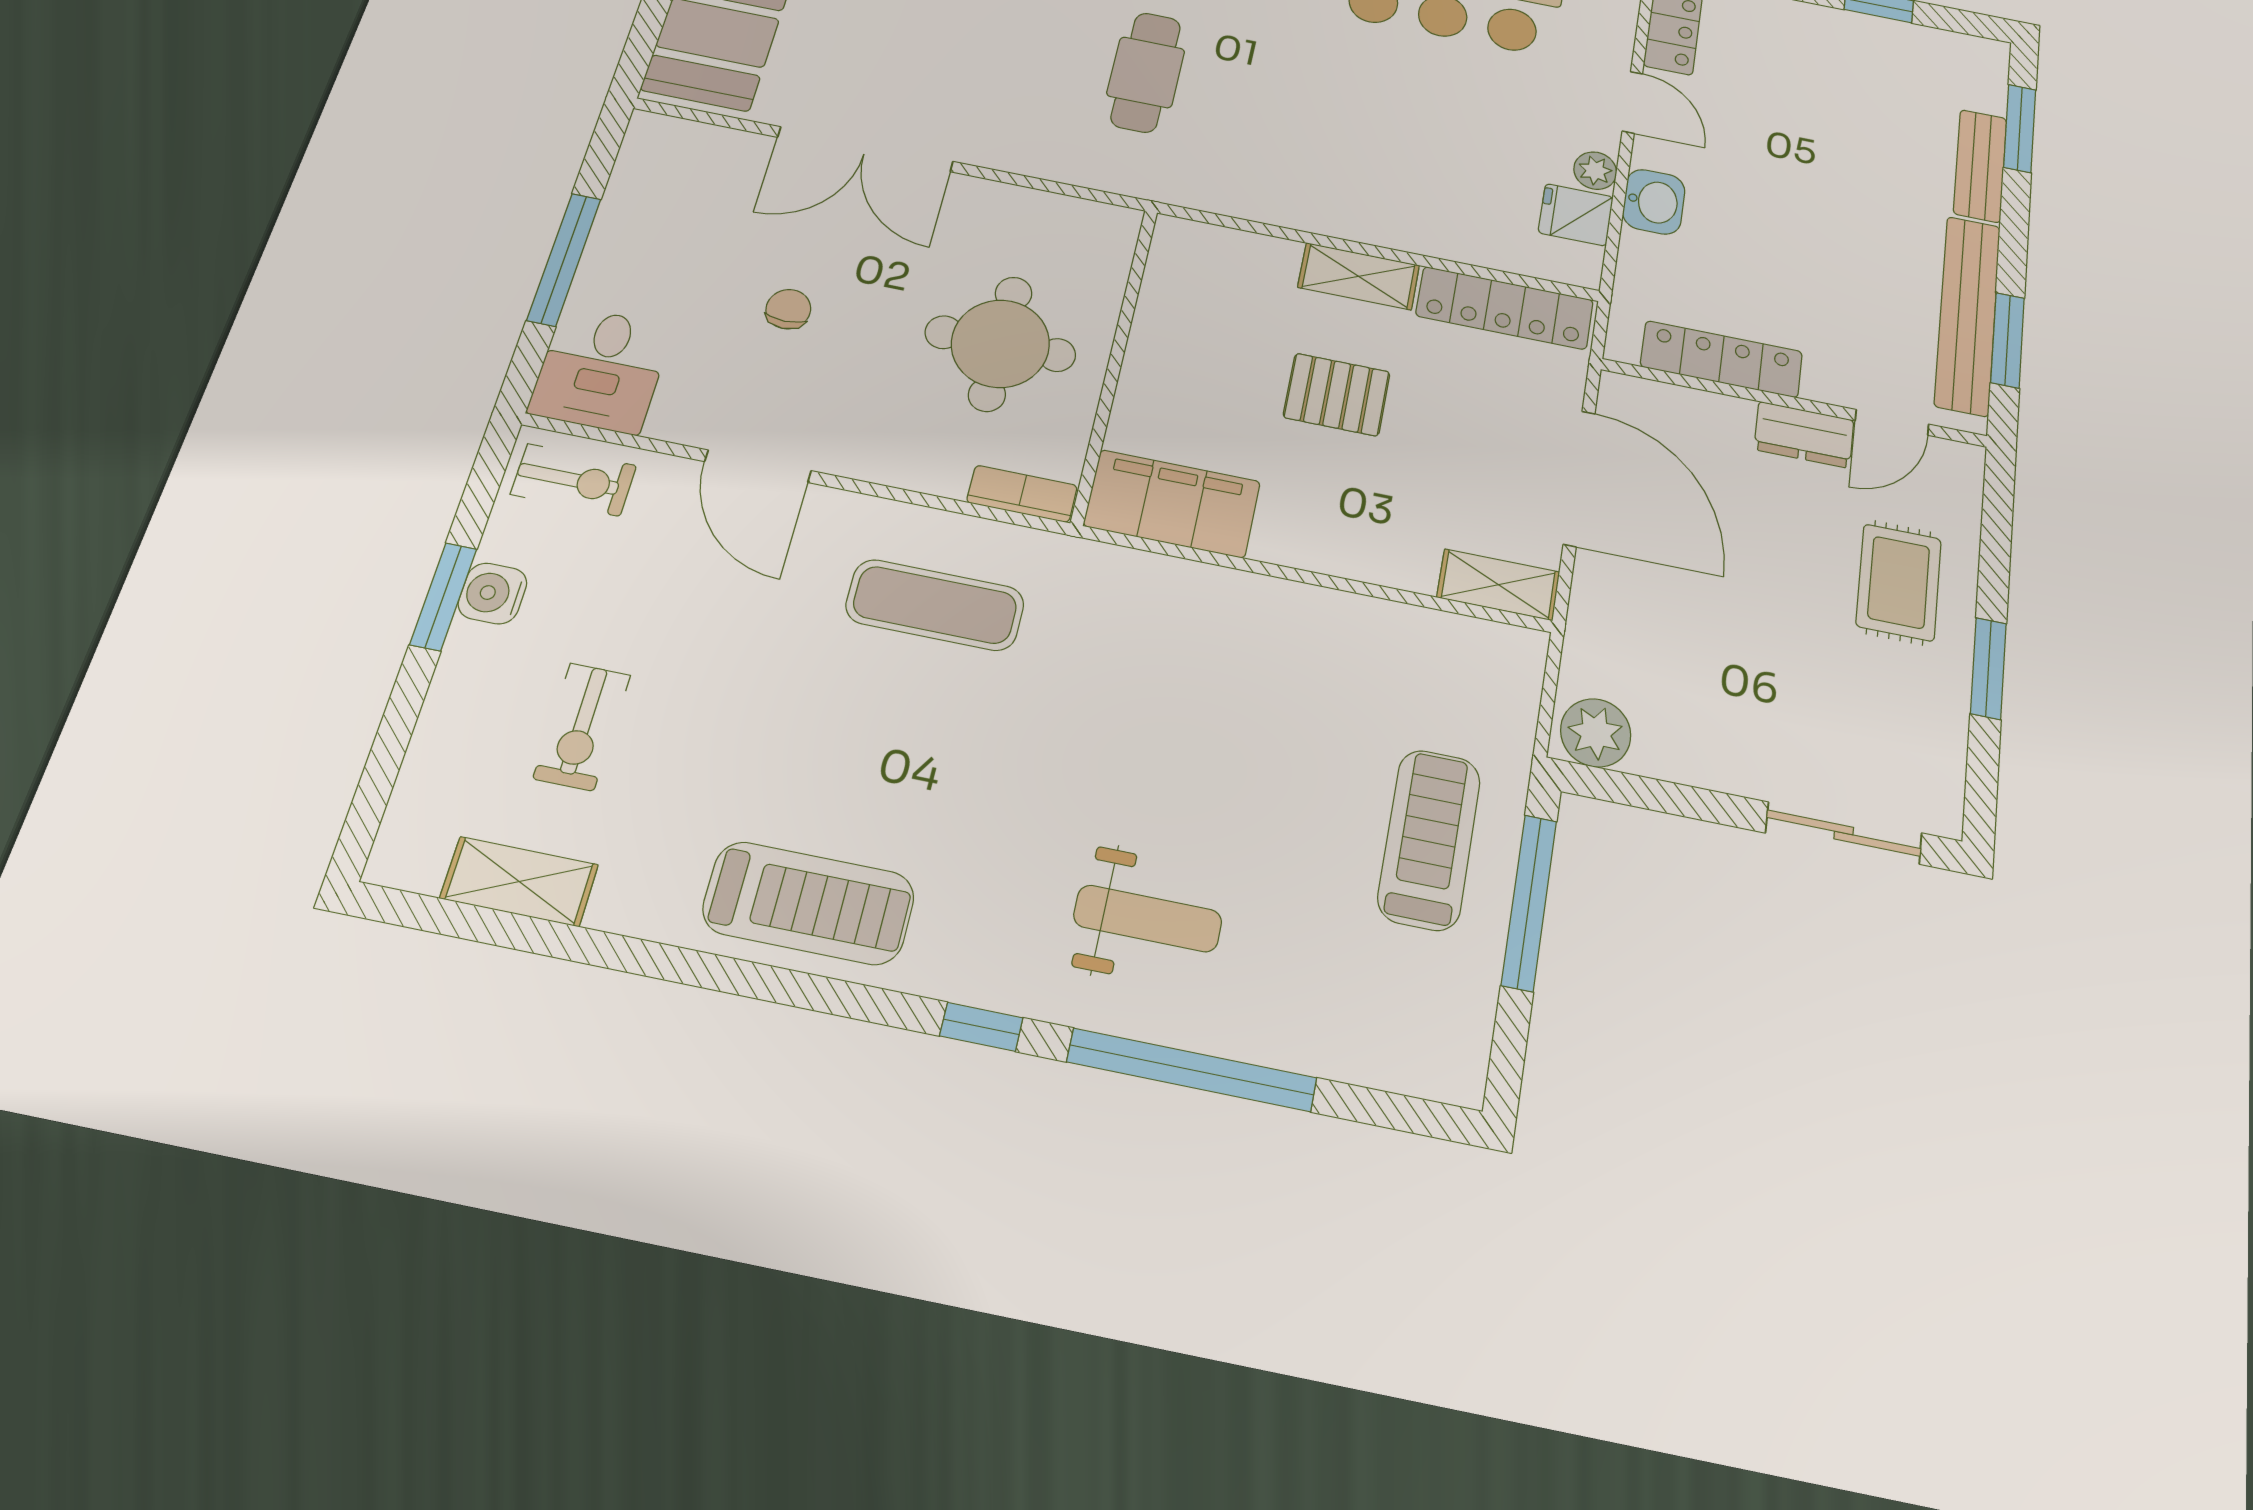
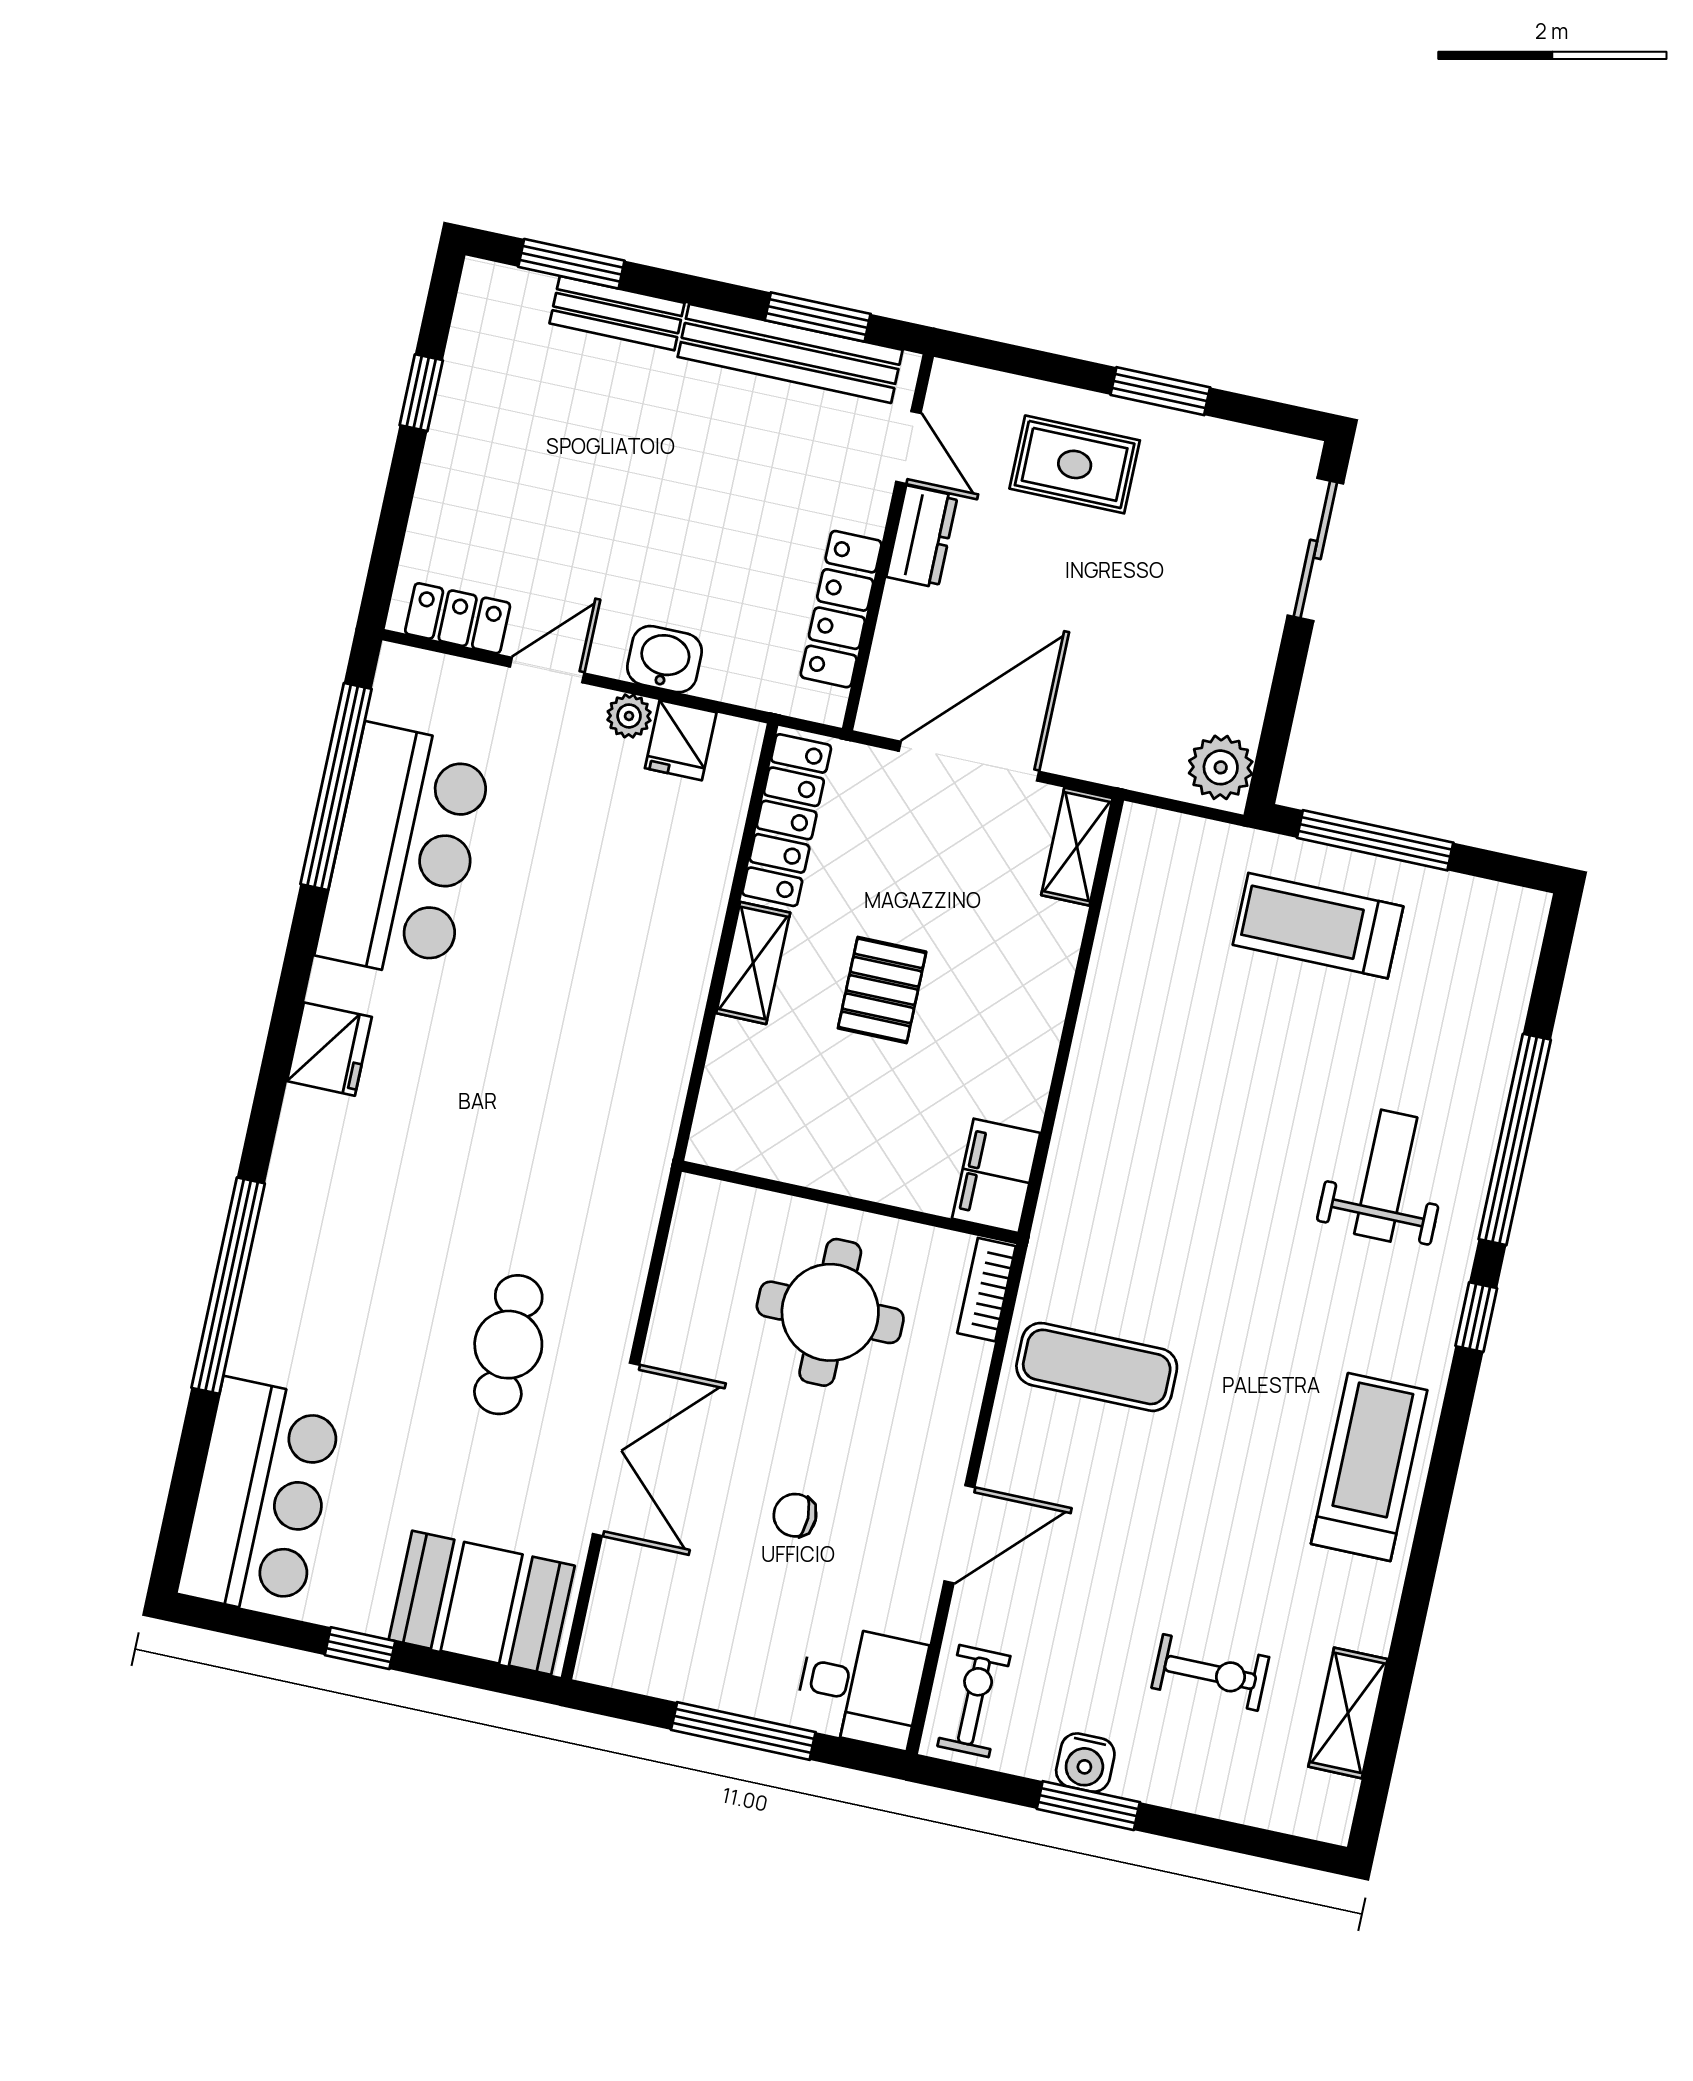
cafe table: (1146, 72) -> (508, 1345), moved, turned 90
filing cabinet: (1172, 504) -> (996, 1176), width x0.67, depth x0.86
exercise mat: (935, 605) -> (1097, 1367), turned 90

